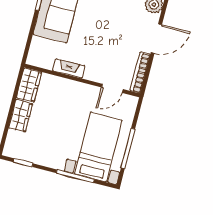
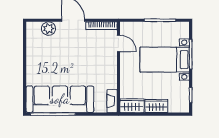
fireplace: (69, 68) -> (112, 101), moved
bed with nightstands: (98, 147) -> (165, 60), moved

